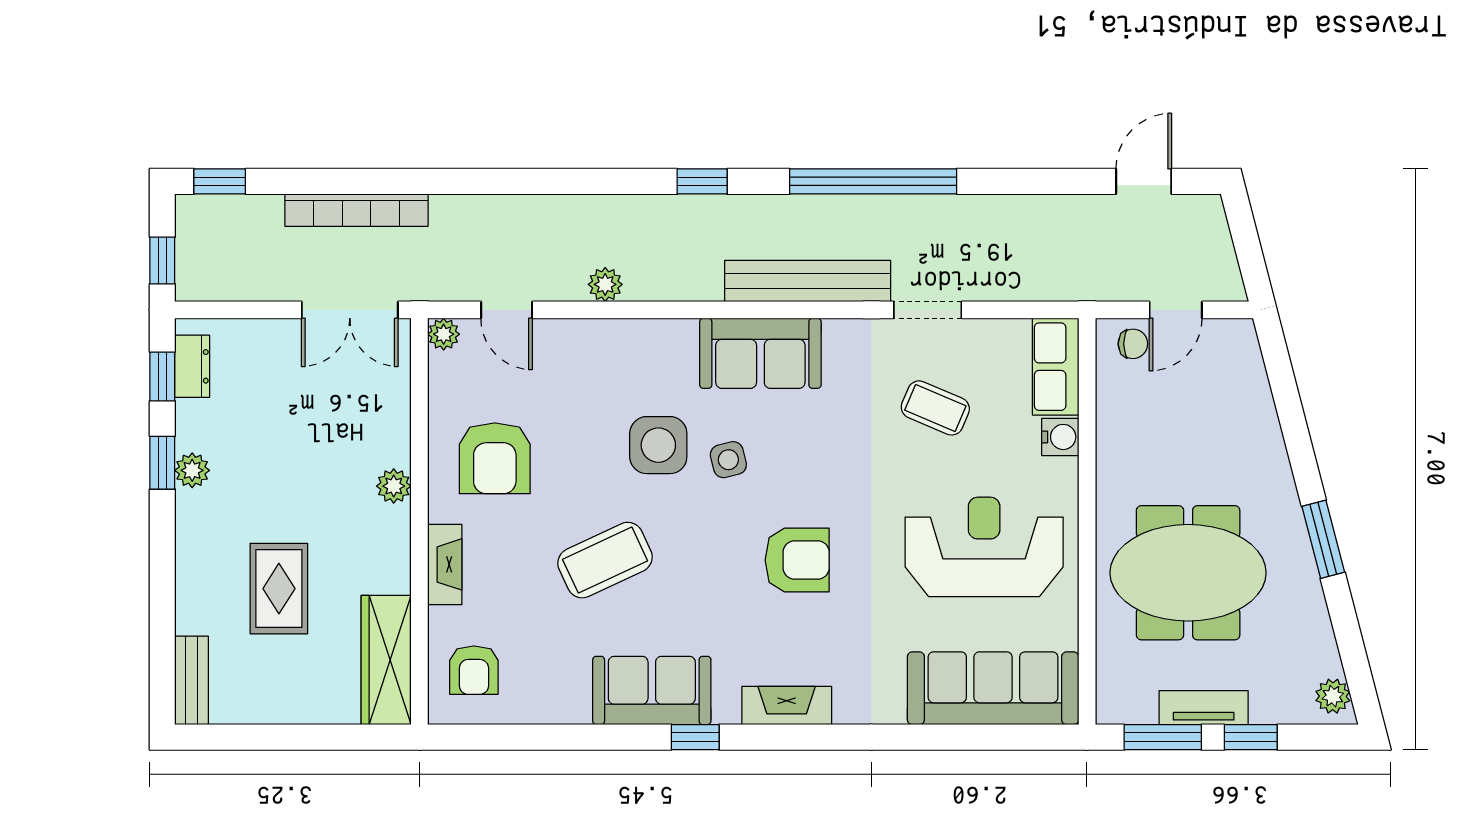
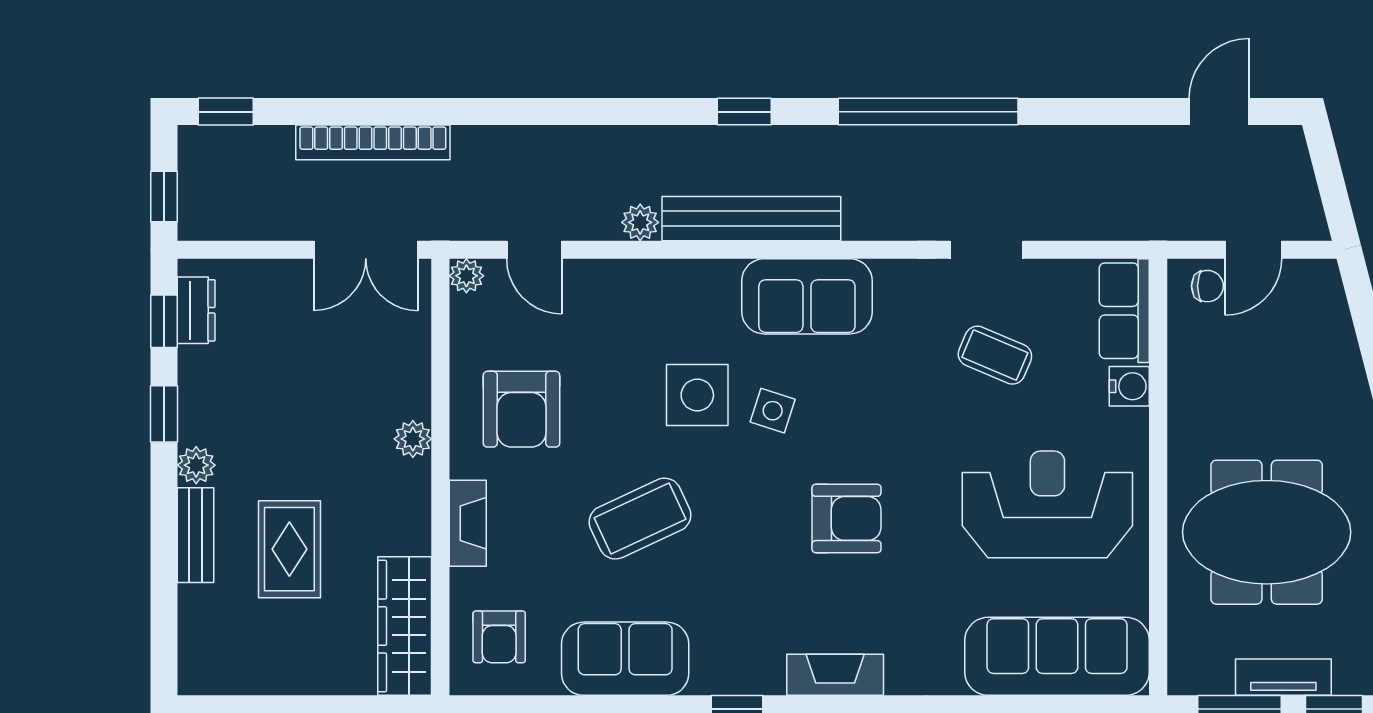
bench: (808, 281) -> (751, 219), moved
side table: (728, 460) -> (773, 411), turned 32
plant: (192, 470) -> (196, 465), moved
bench: (192, 680) -> (196, 535), moved
sofa: (652, 690) -> (625, 659), moved

